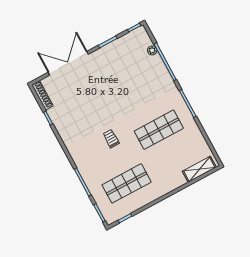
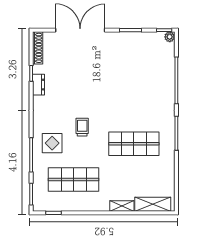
plant: (152, 50) -> (170, 37), moved
dresser: (59, 124) -> (38, 85), added
display table: (94, 164) -> (52, 143), added
shelving: (176, 184) -> (122, 206), added

